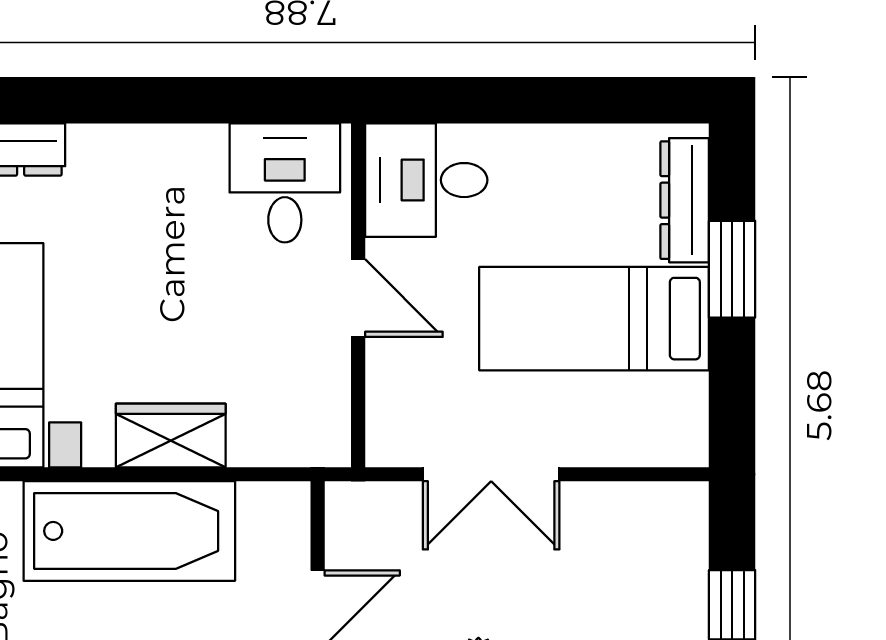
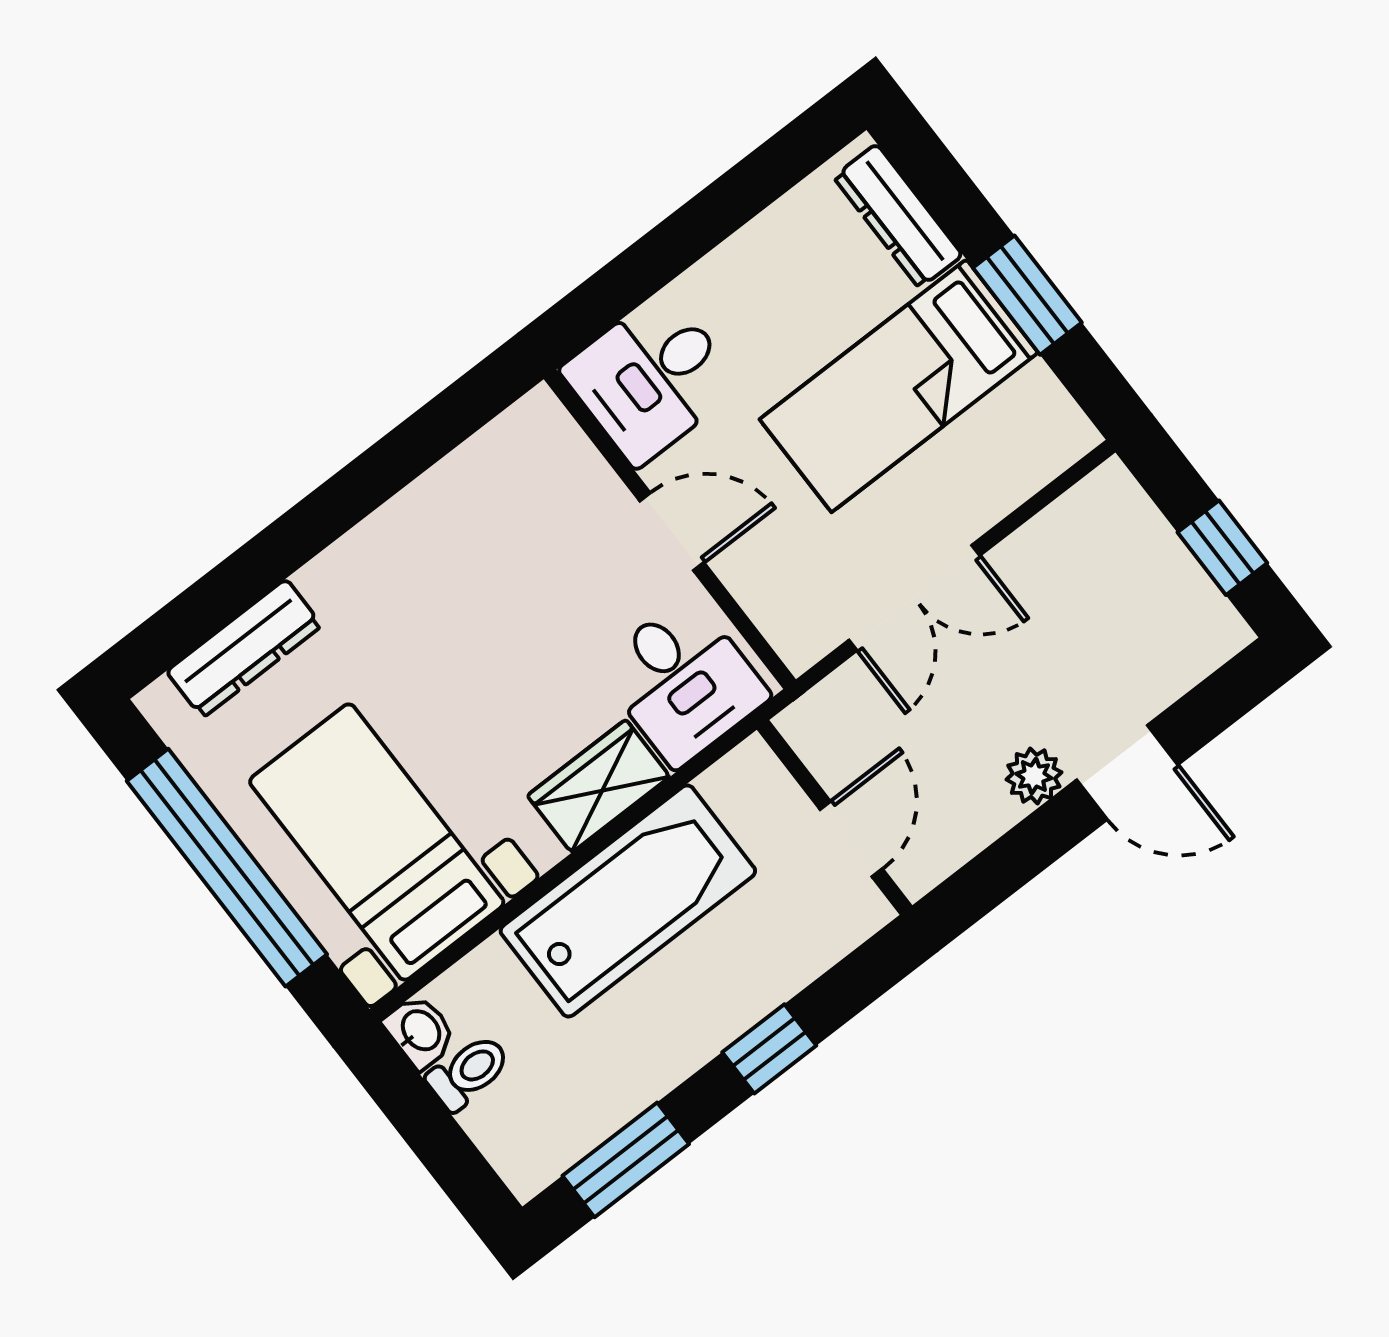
desk: (285, 183) -> (683, 681), moved, turned 180
window: (732, 269) -> (1027, 295), moved

